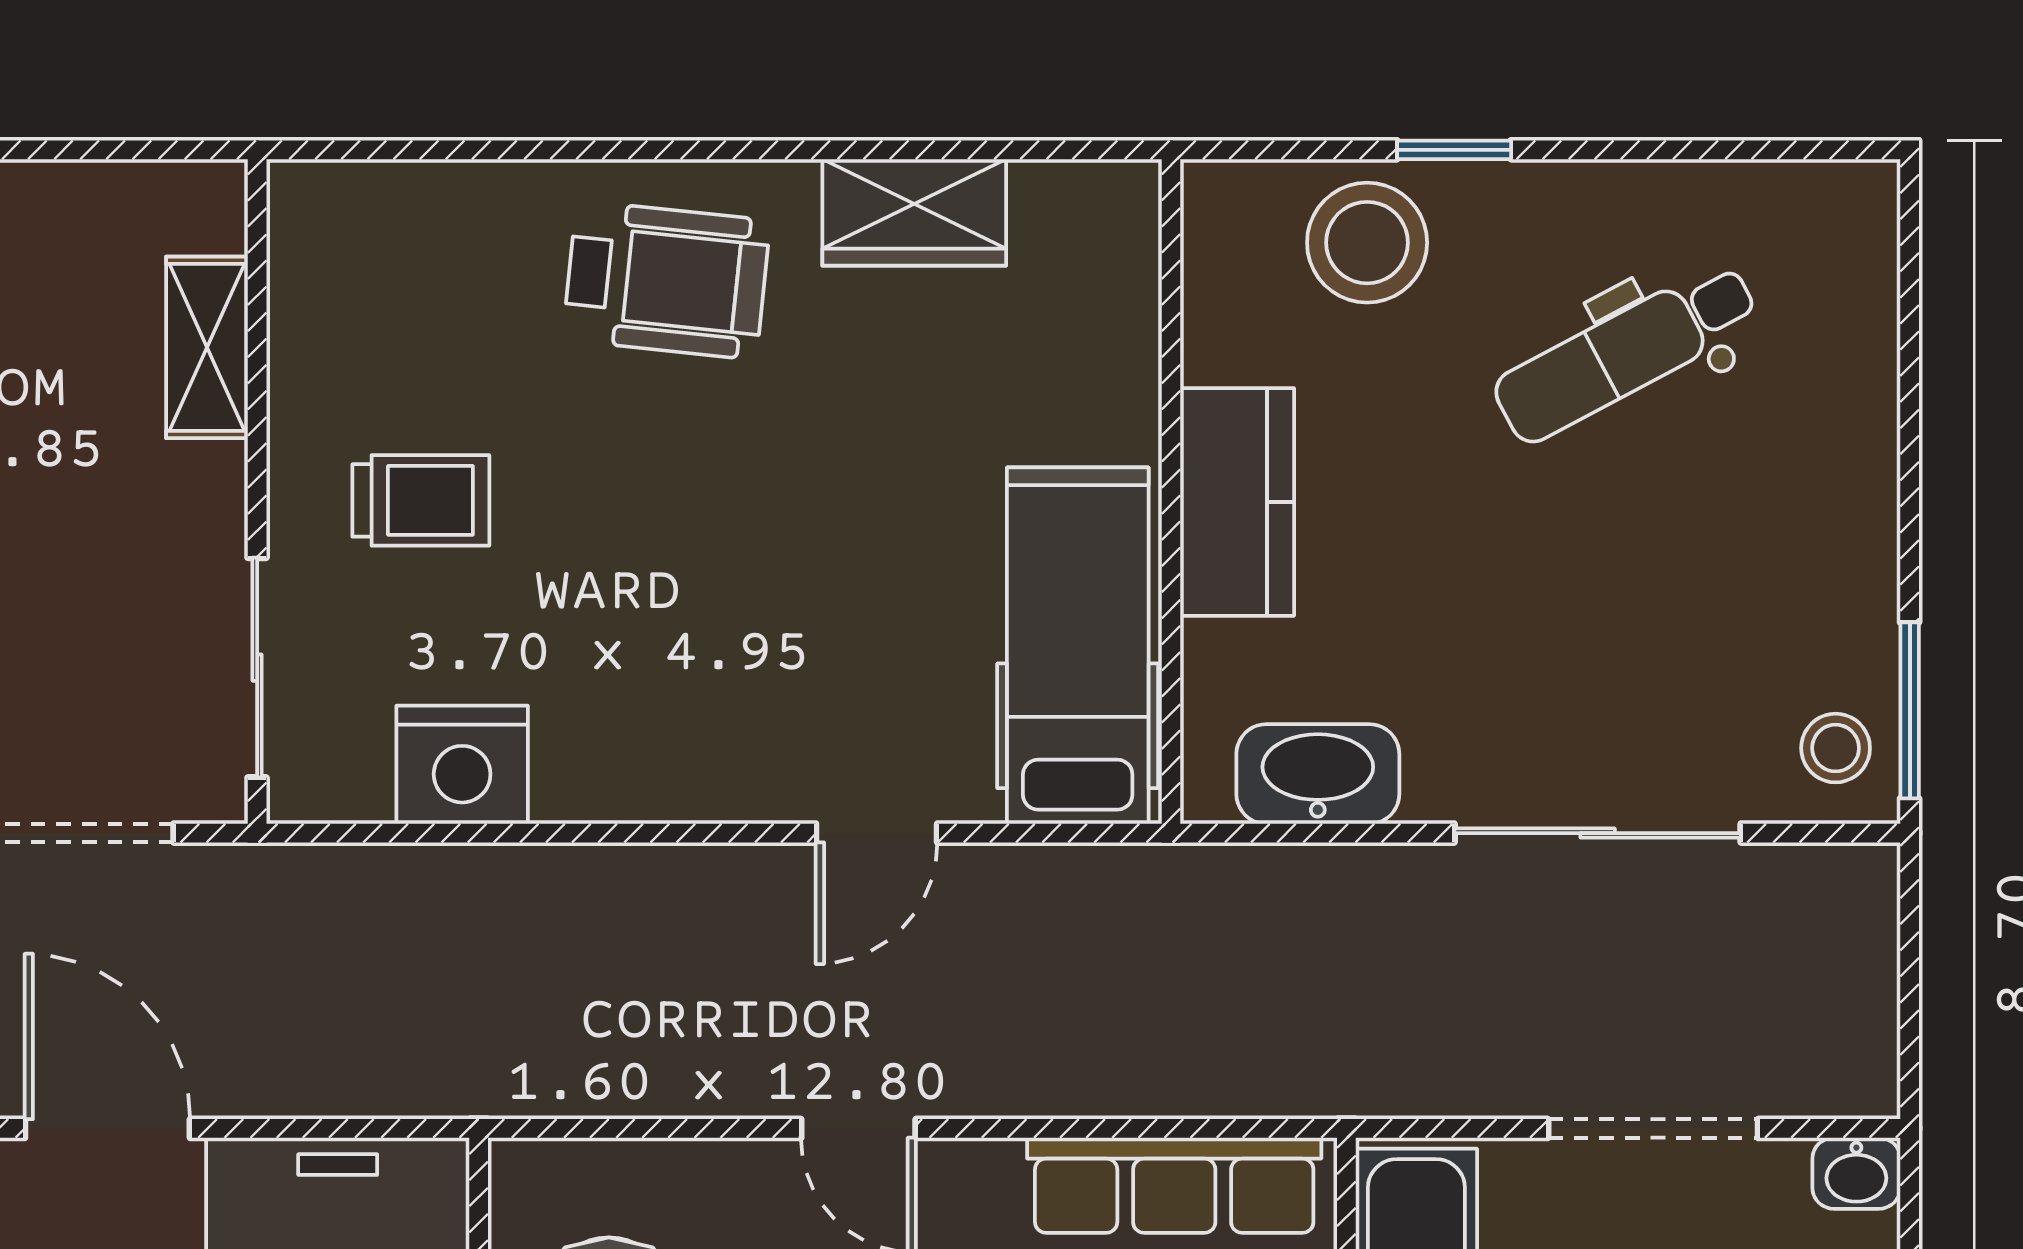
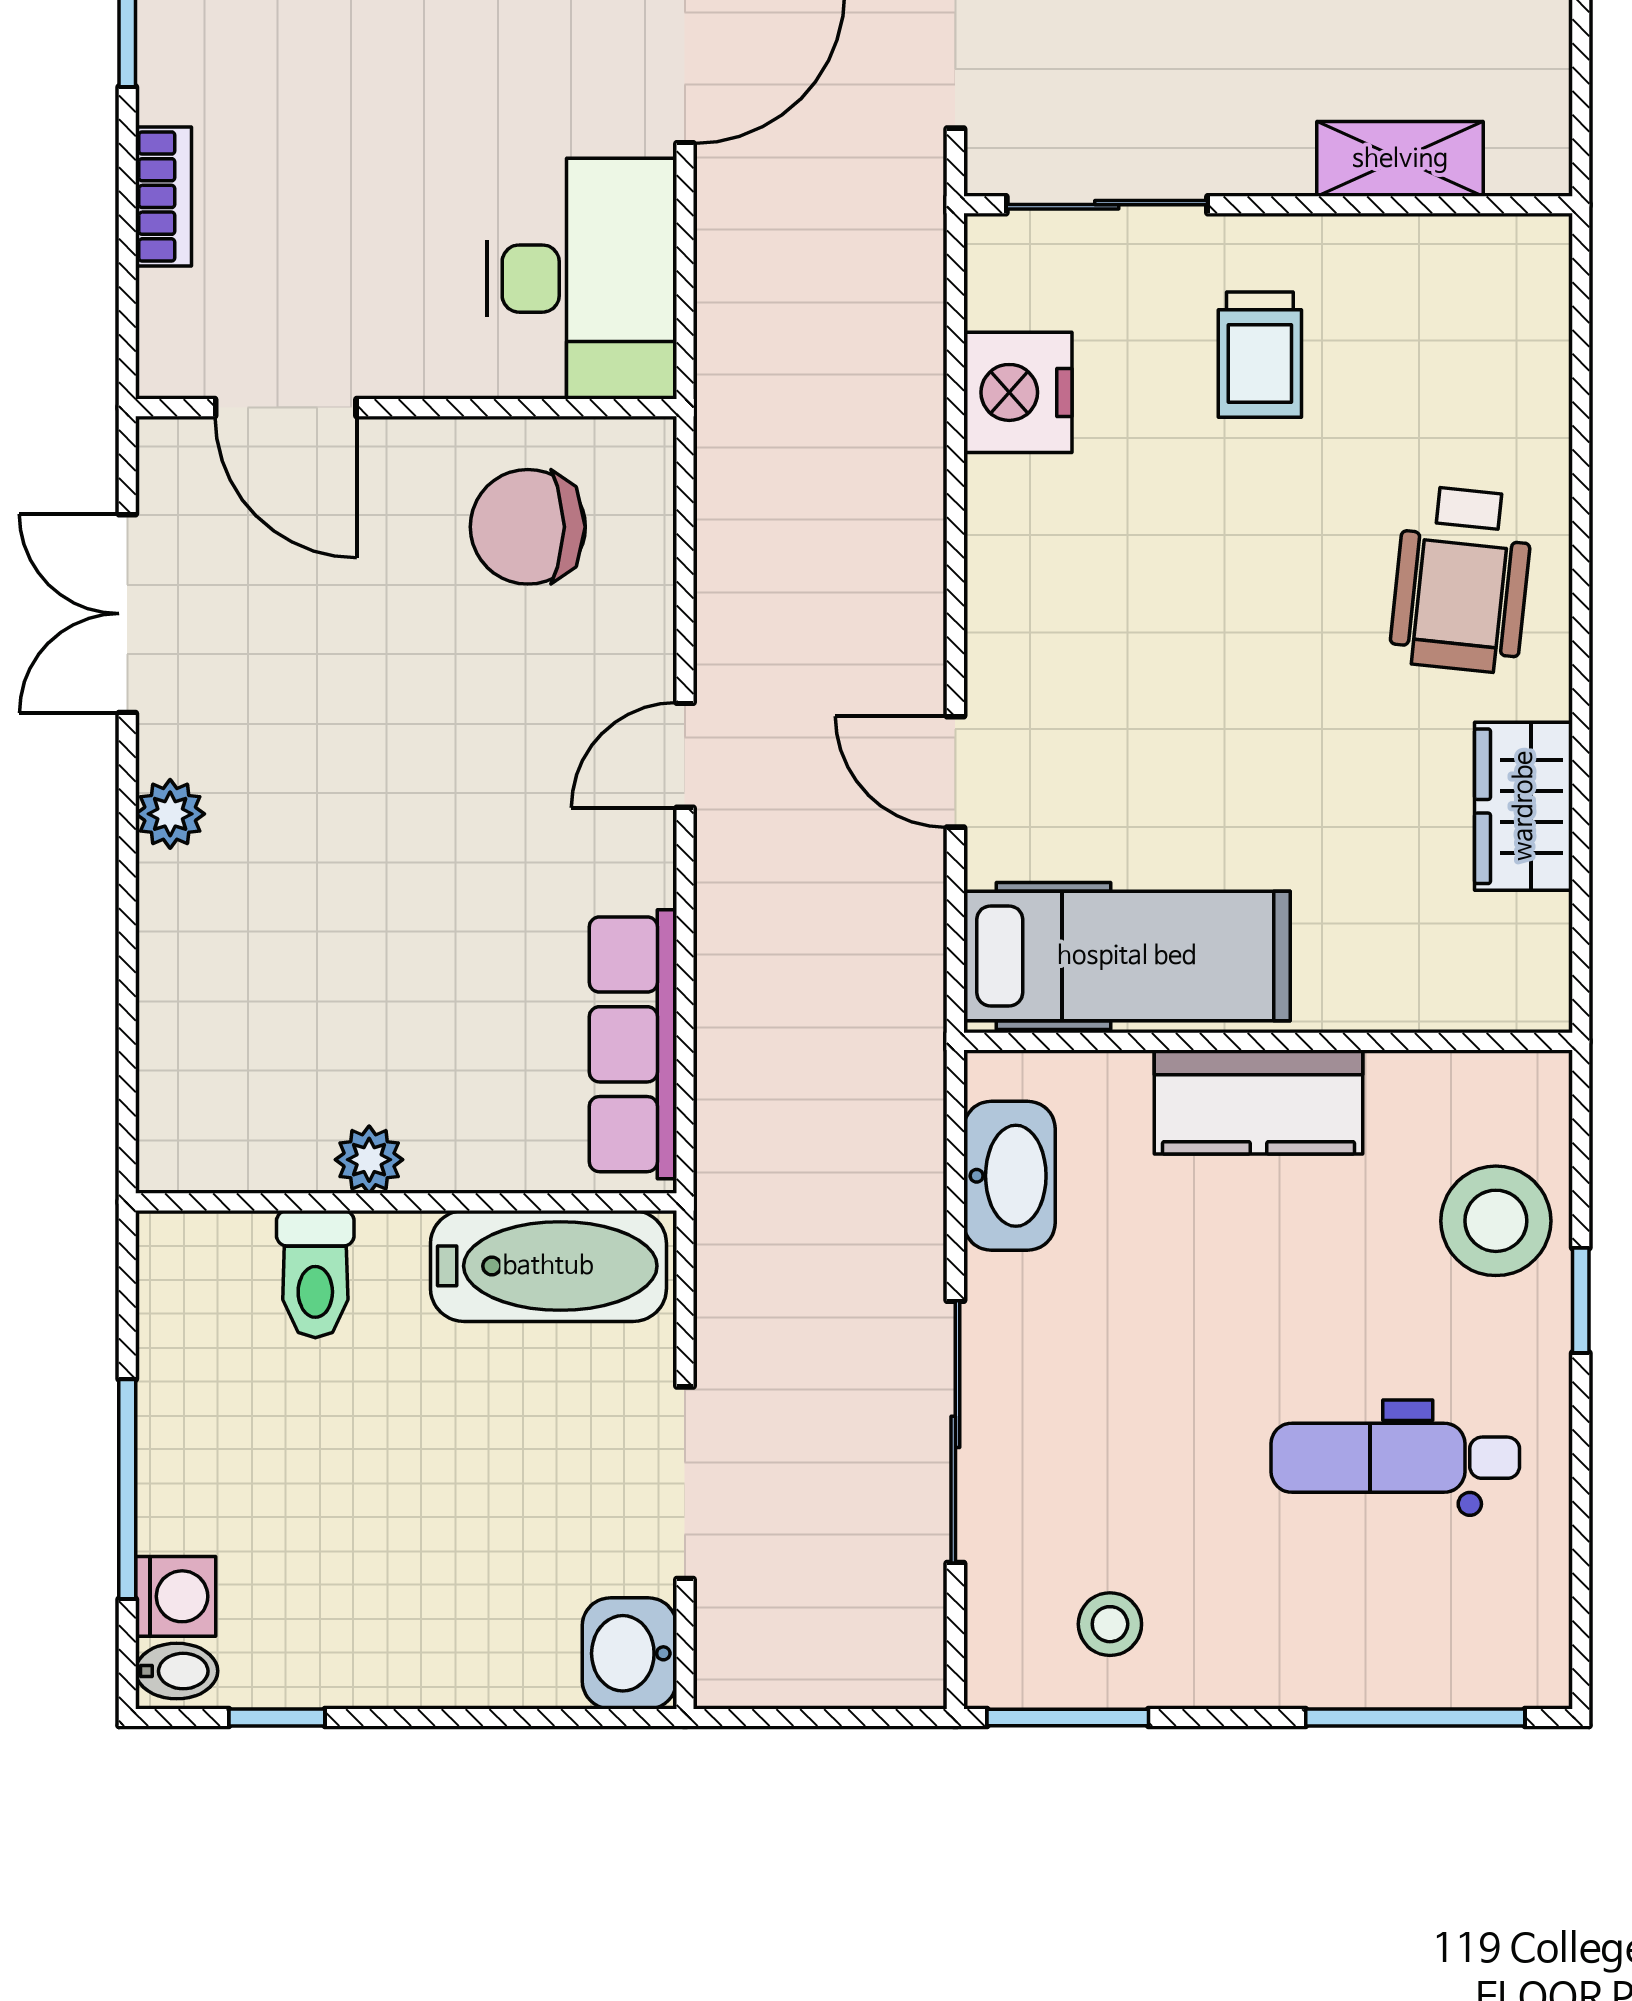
window: (1910, 331) -> (1415, 1717), added
dental chair: (1626, 352) -> (1395, 1458), turned -62
stool: (1836, 748) -> (1110, 1624), moved
washbasin: (1856, 1173) -> (629, 1653), width x1.38, depth x1.45

